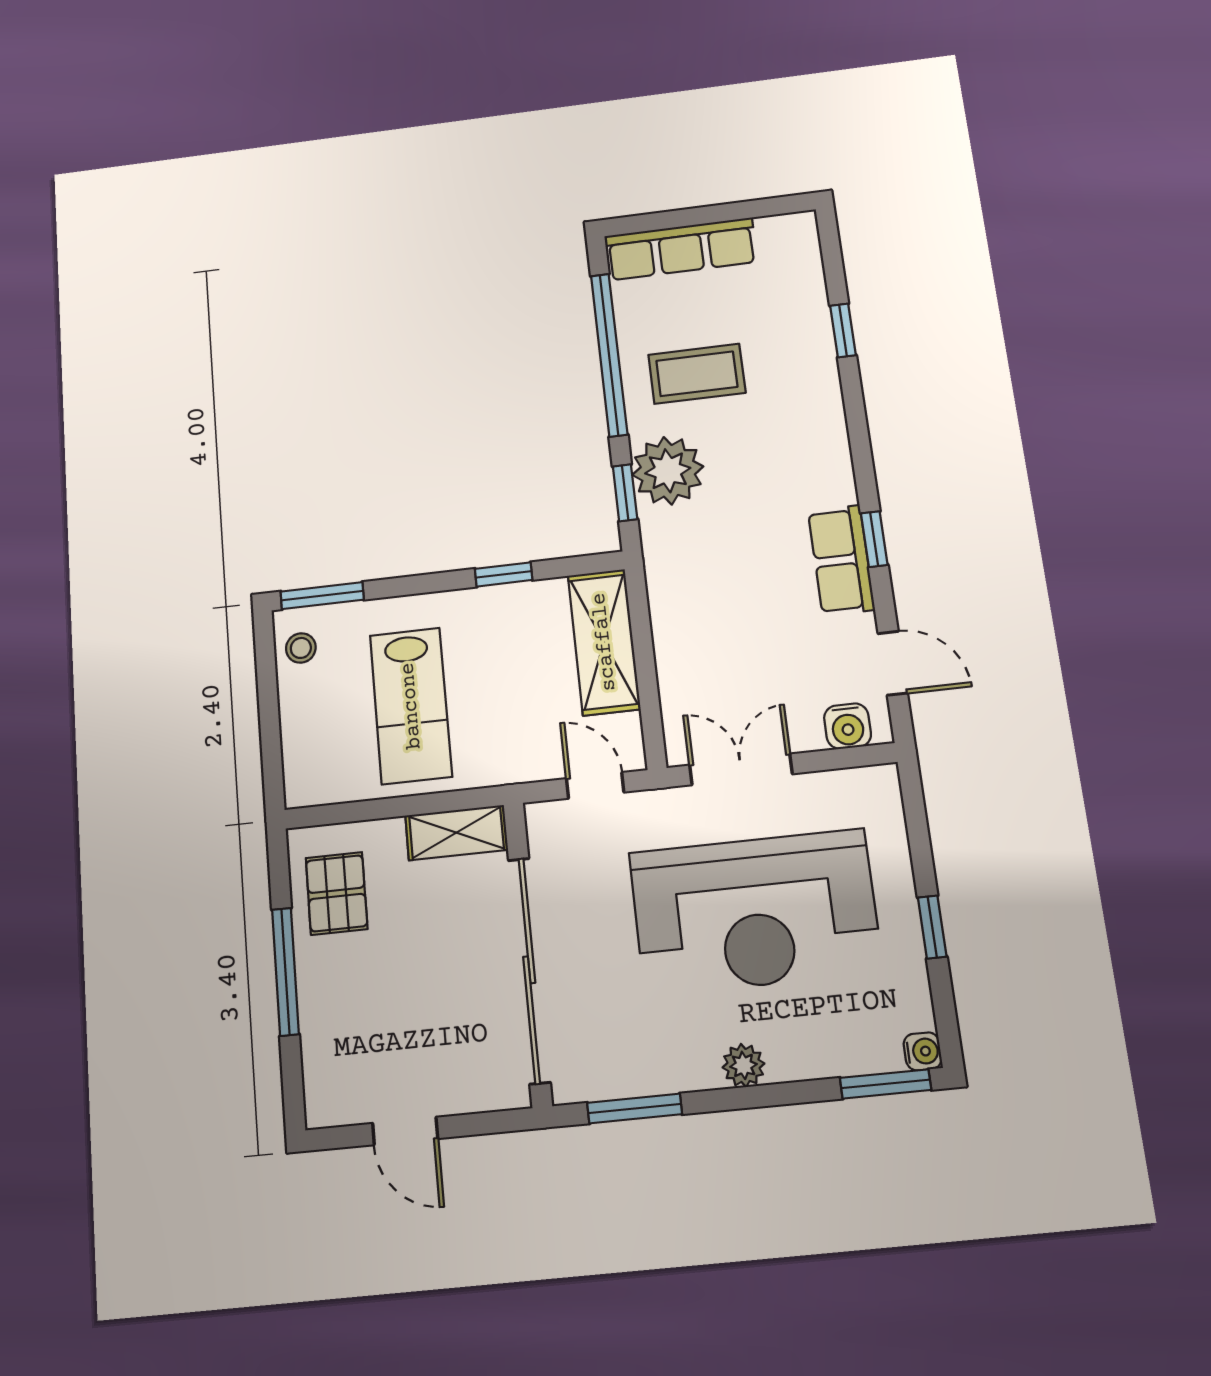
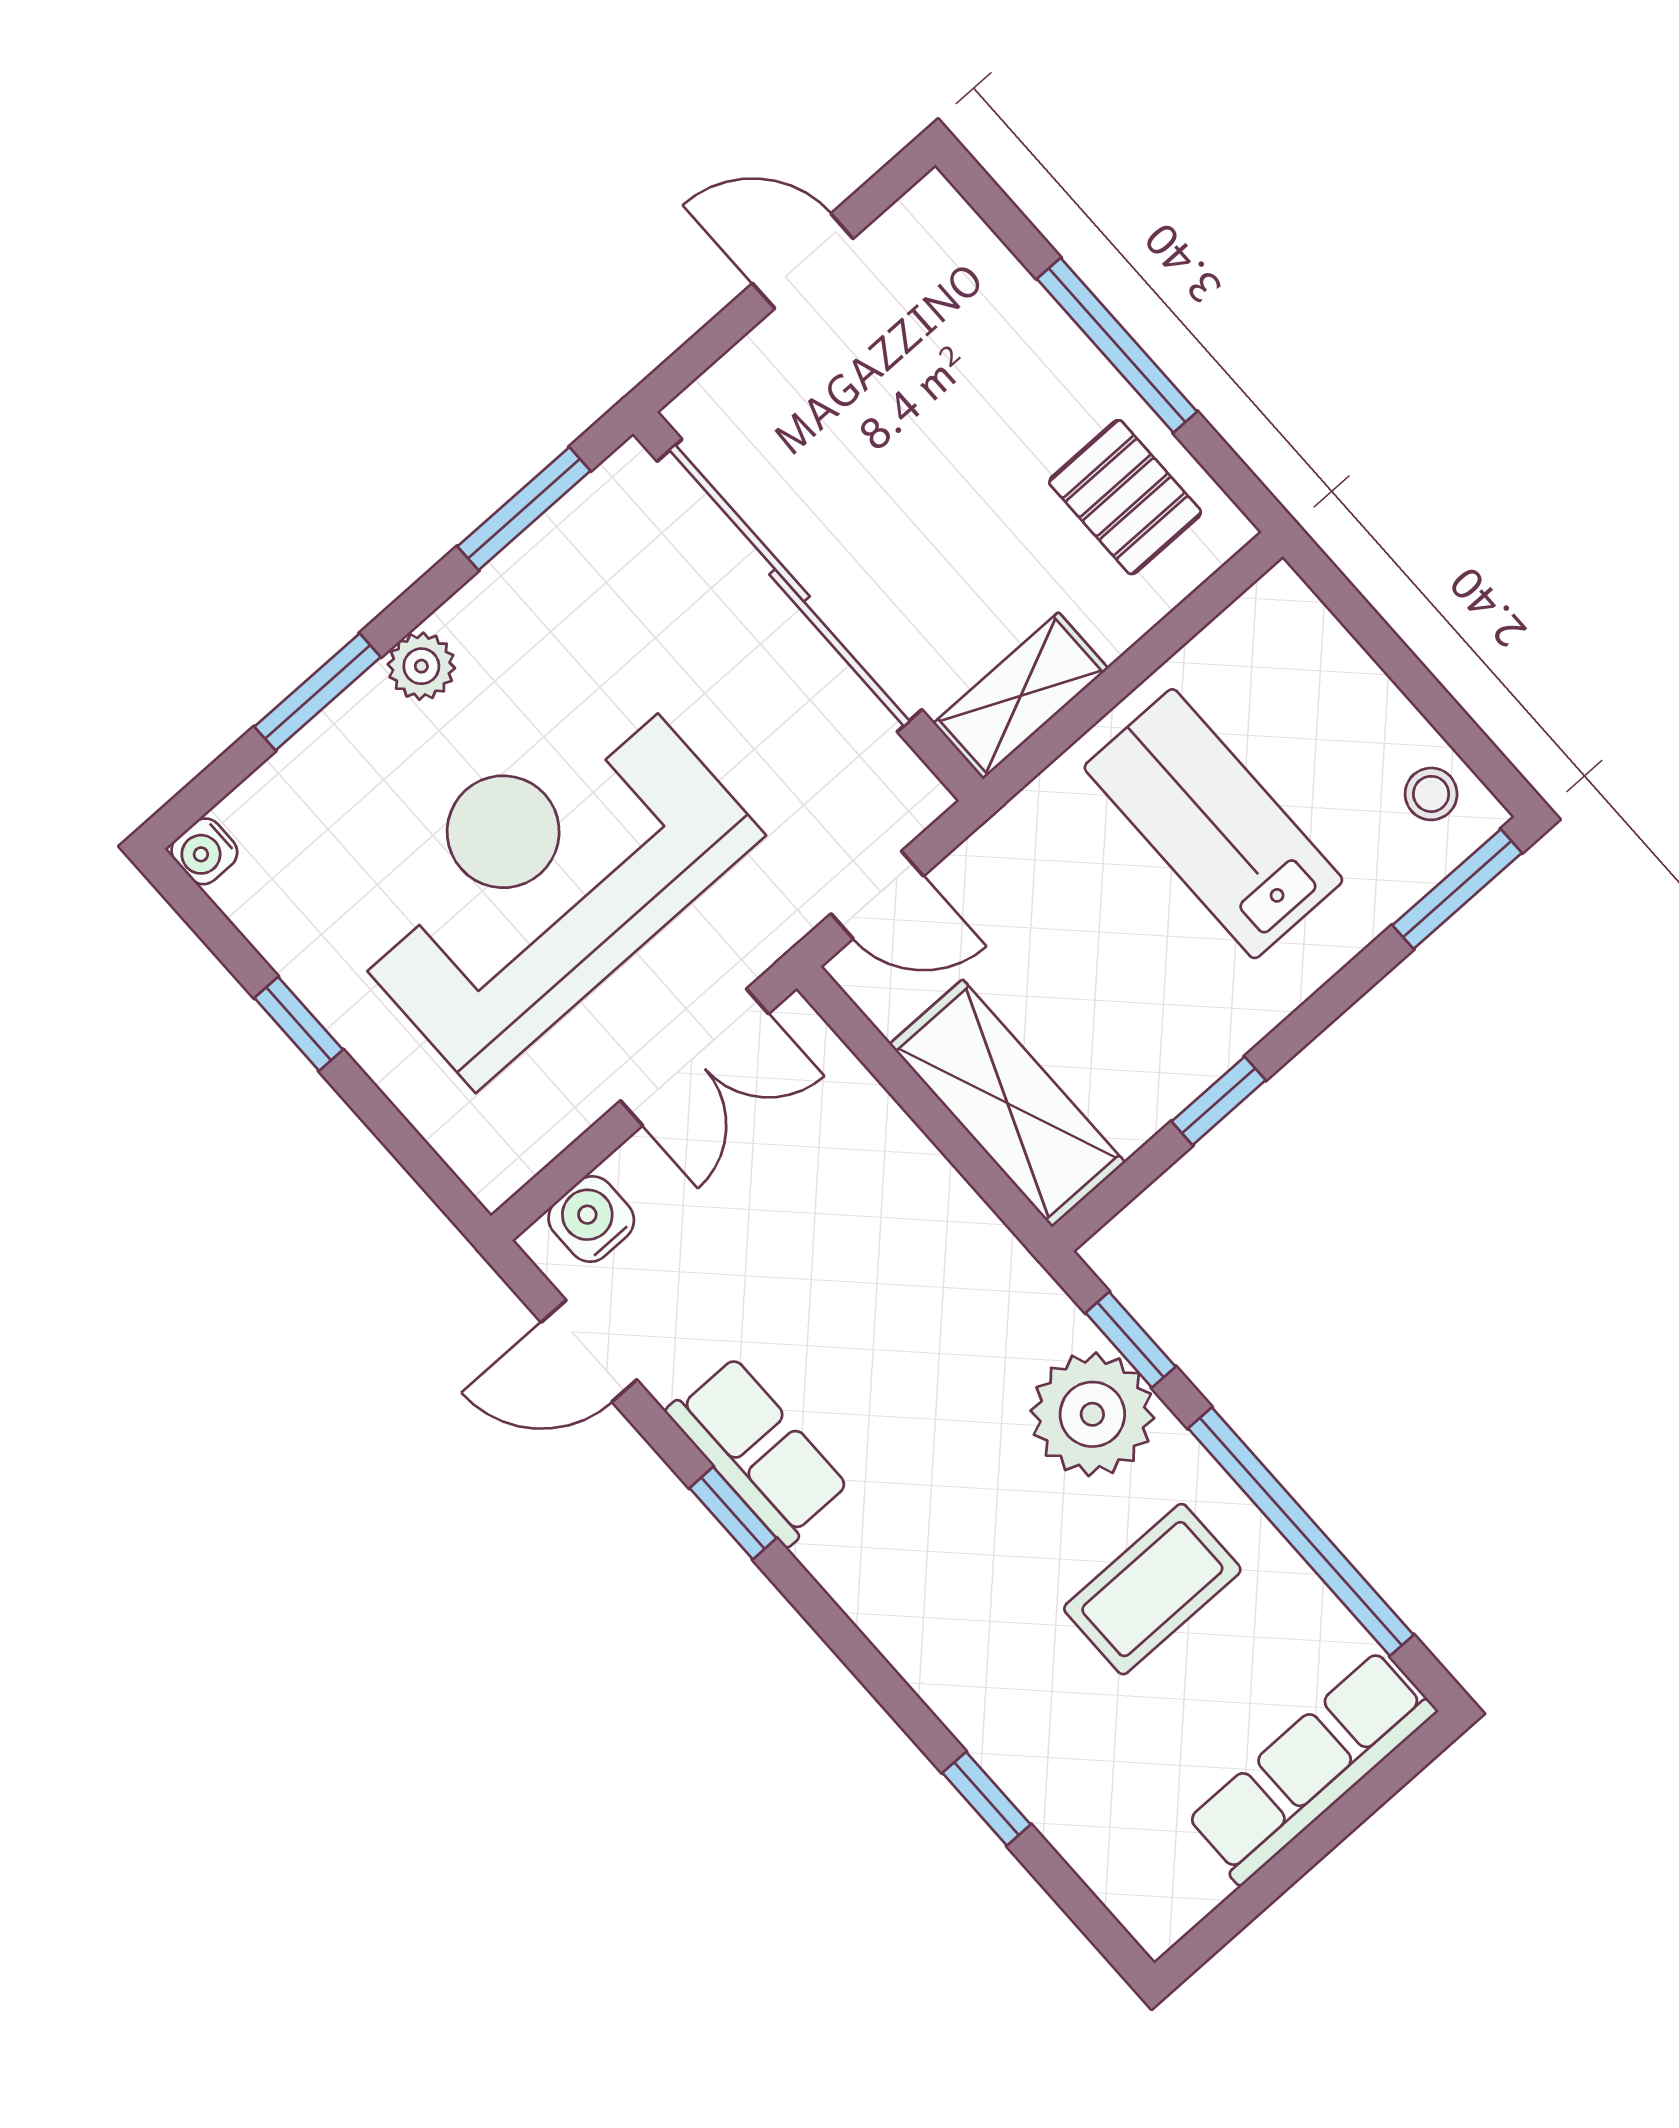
window: (886, 1084) -> (318, 692), moved

